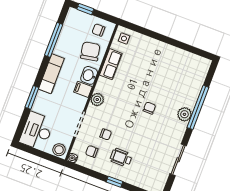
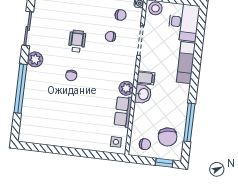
chair: (90, 51) -> (168, 137), moved
exam couch: (51, 74) -> (186, 63), moved
window: (32, 97) -> (197, 56), removed
plant: (97, 100) -> (126, 88), moved
plant: (184, 114) -> (35, 59), moved
wheelchair: (121, 158) -> (77, 41), moved, turned -90

